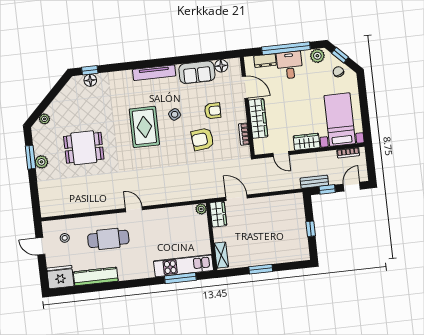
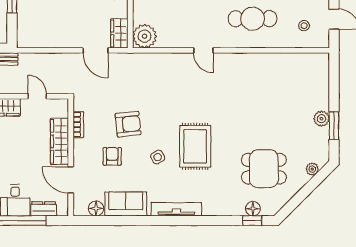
armchair: (213, 111) -> (112, 156), turned 90
dining table: (84, 148) -> (264, 169), moved
door: (134, 209) -> (203, 50), moved
plant: (201, 209) -> (144, 36), width x1.87, depth x1.87

